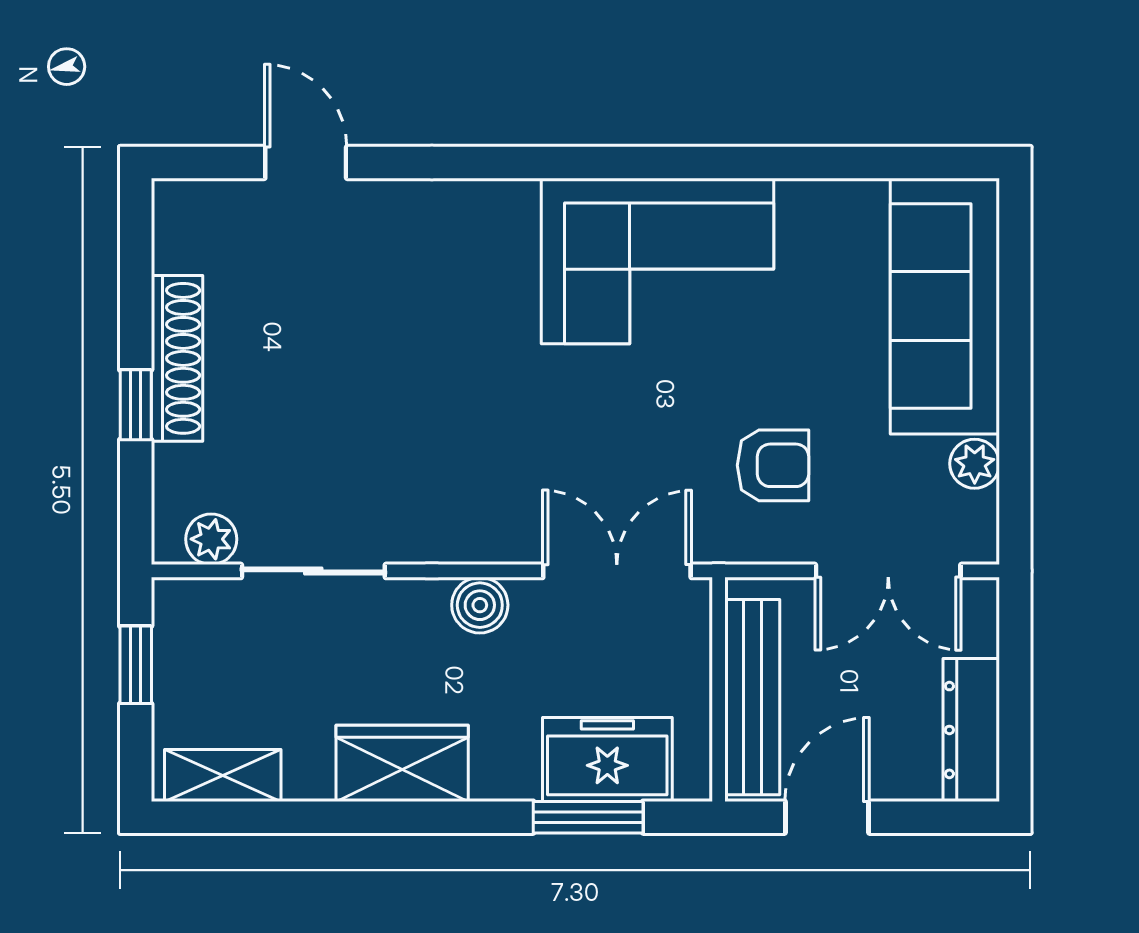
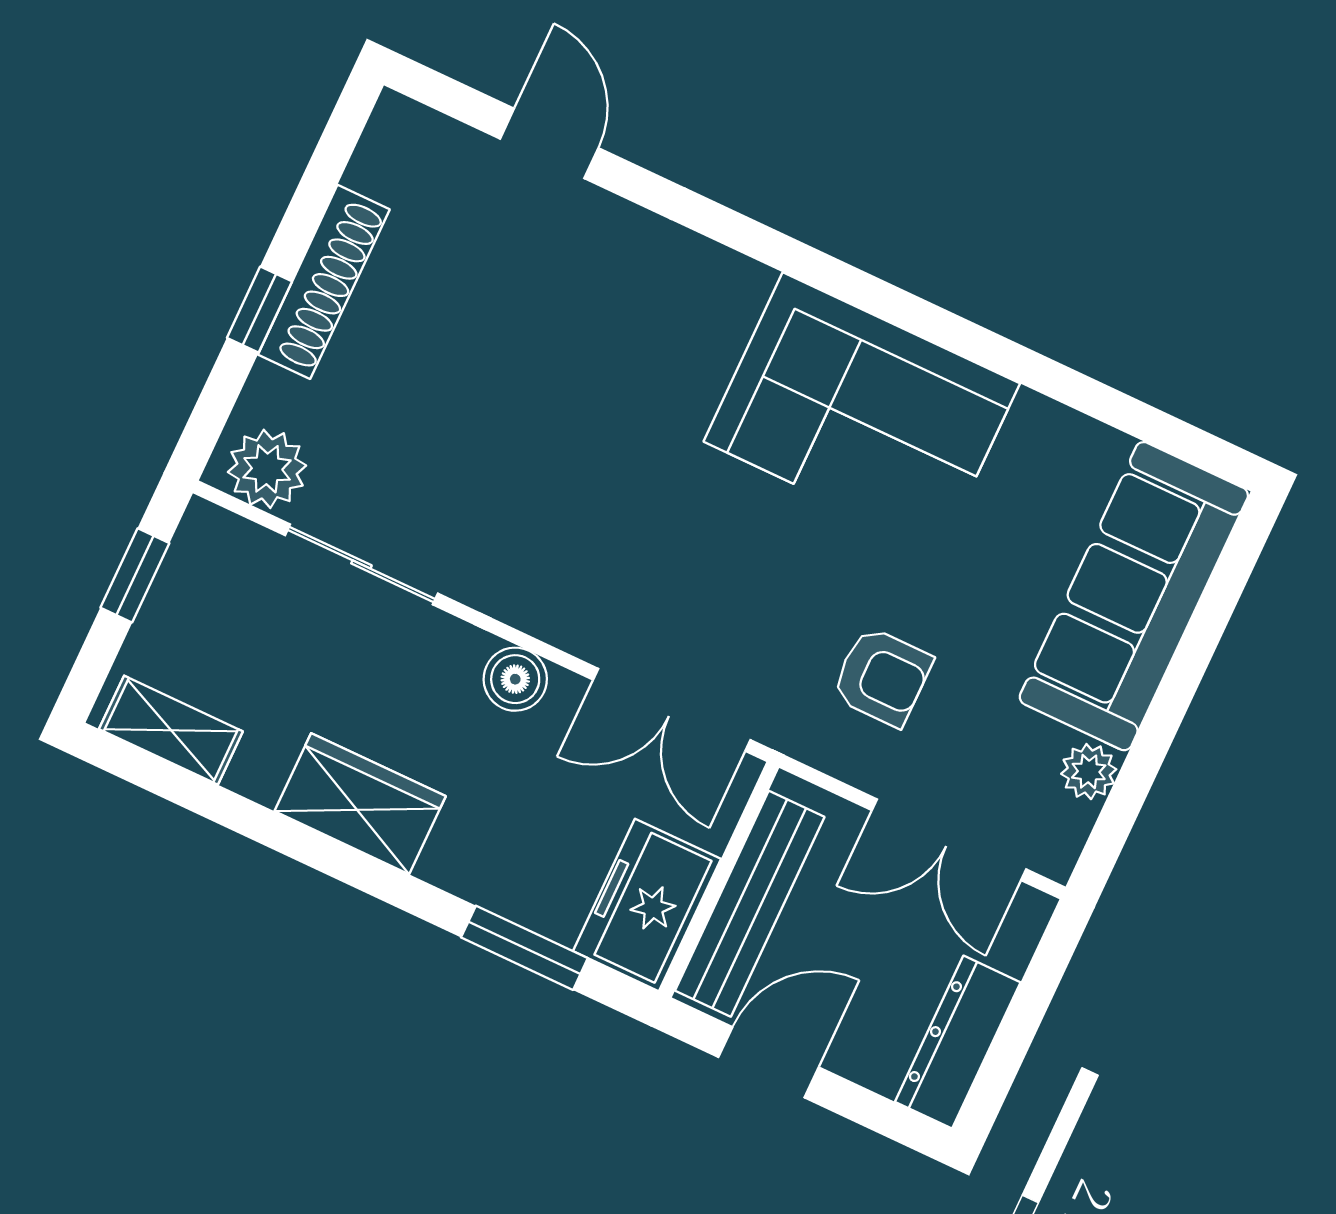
plant: (211, 539) -> (267, 469), width x1.38, depth x1.38
double door: (617, 571) -> (672, 710), swing flipped
freezer: (607, 759) -> (647, 905), moved, turned -90

